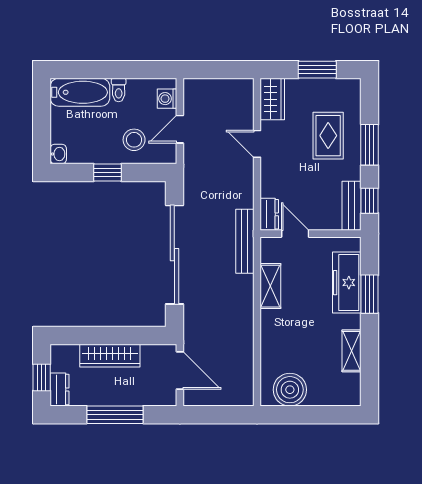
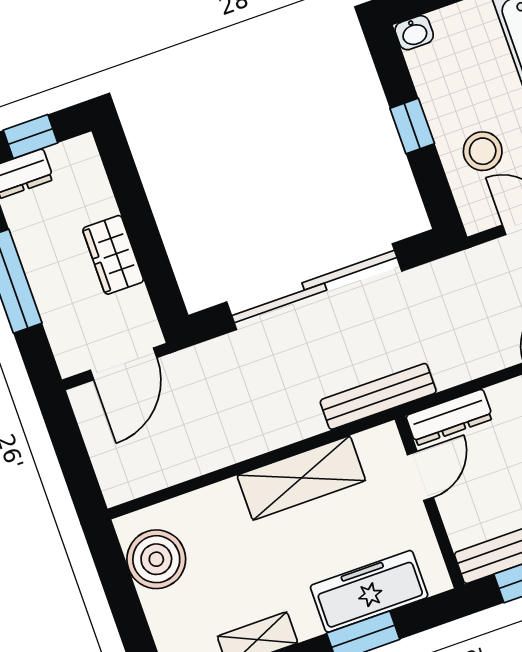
dresser: (269, 214) -> (449, 417), width x1.44
shelving: (270, 286) -> (301, 478), width x1.50, depth x1.33
wardrobe: (110, 356) -> (113, 255), width x0.67

